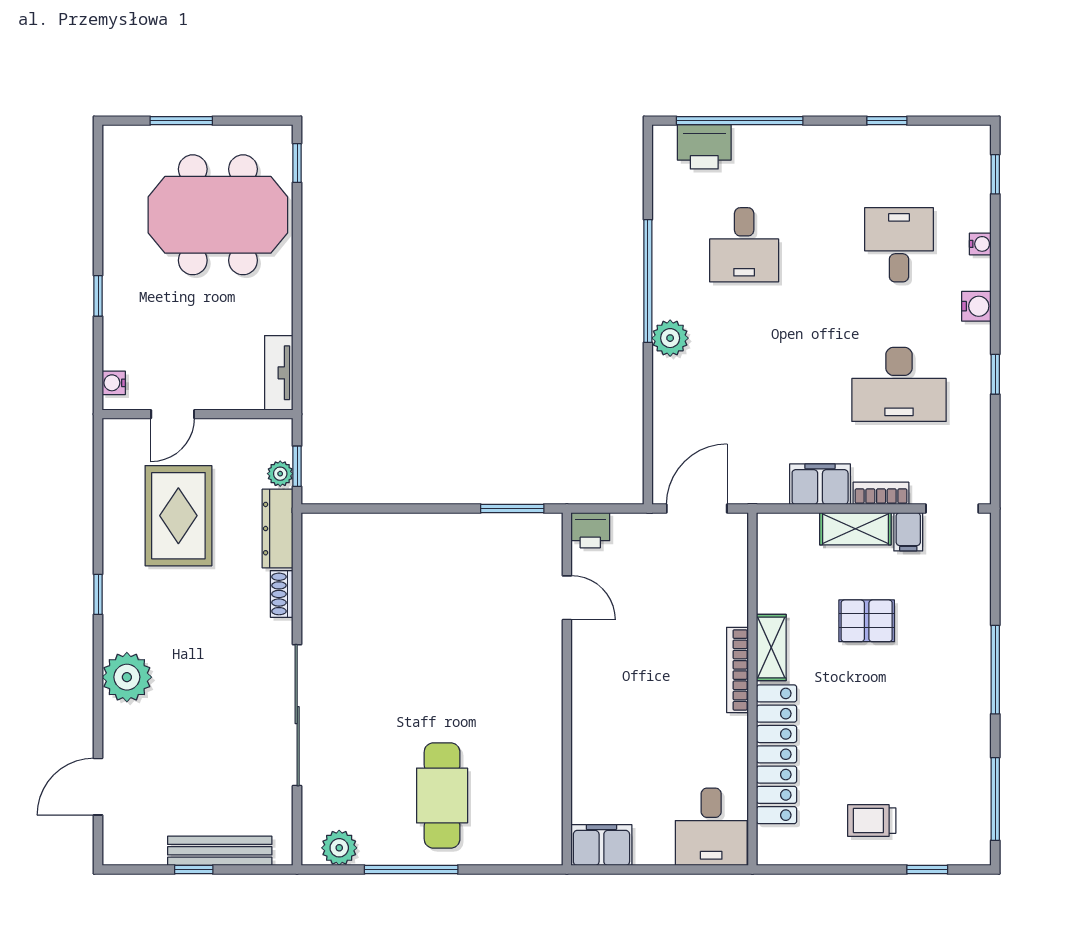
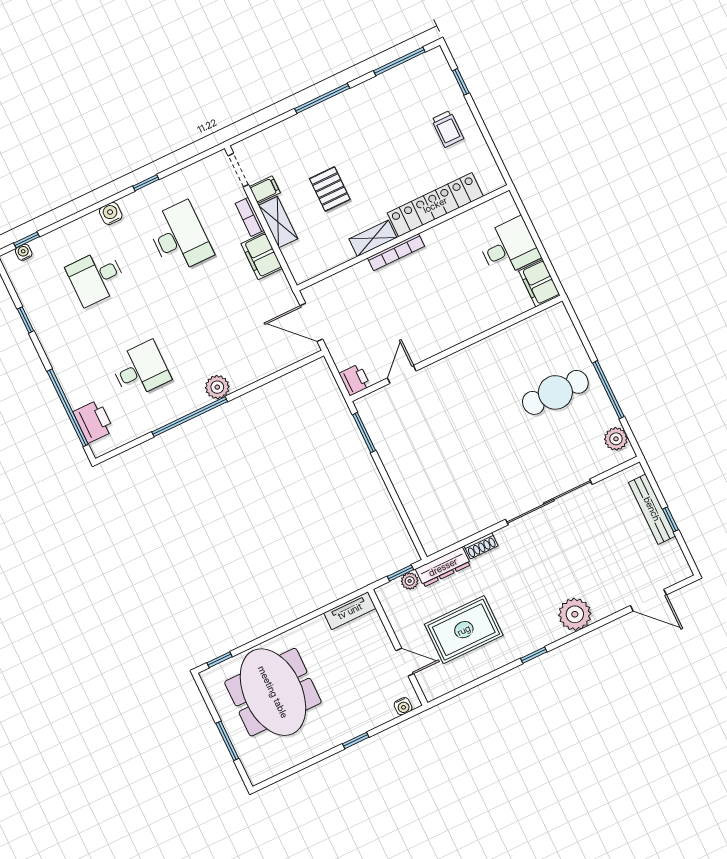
water cooler: (980, 244) -> (24, 252), moved
desk: (711, 827) -> (509, 247), moved

